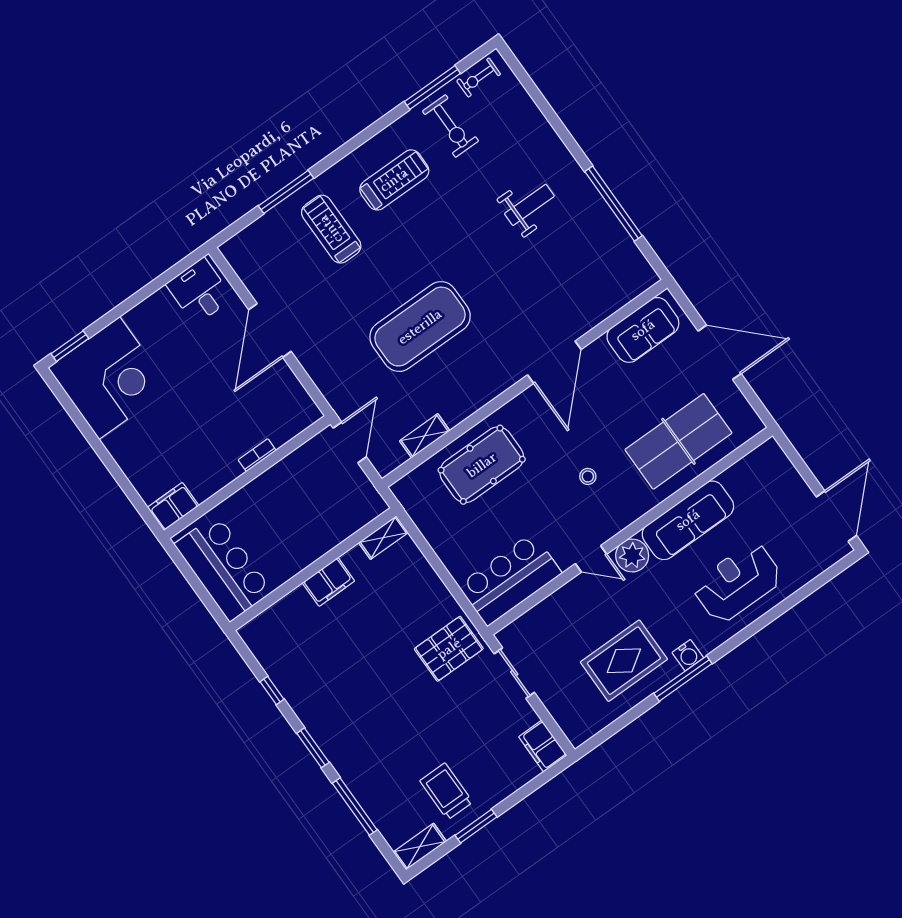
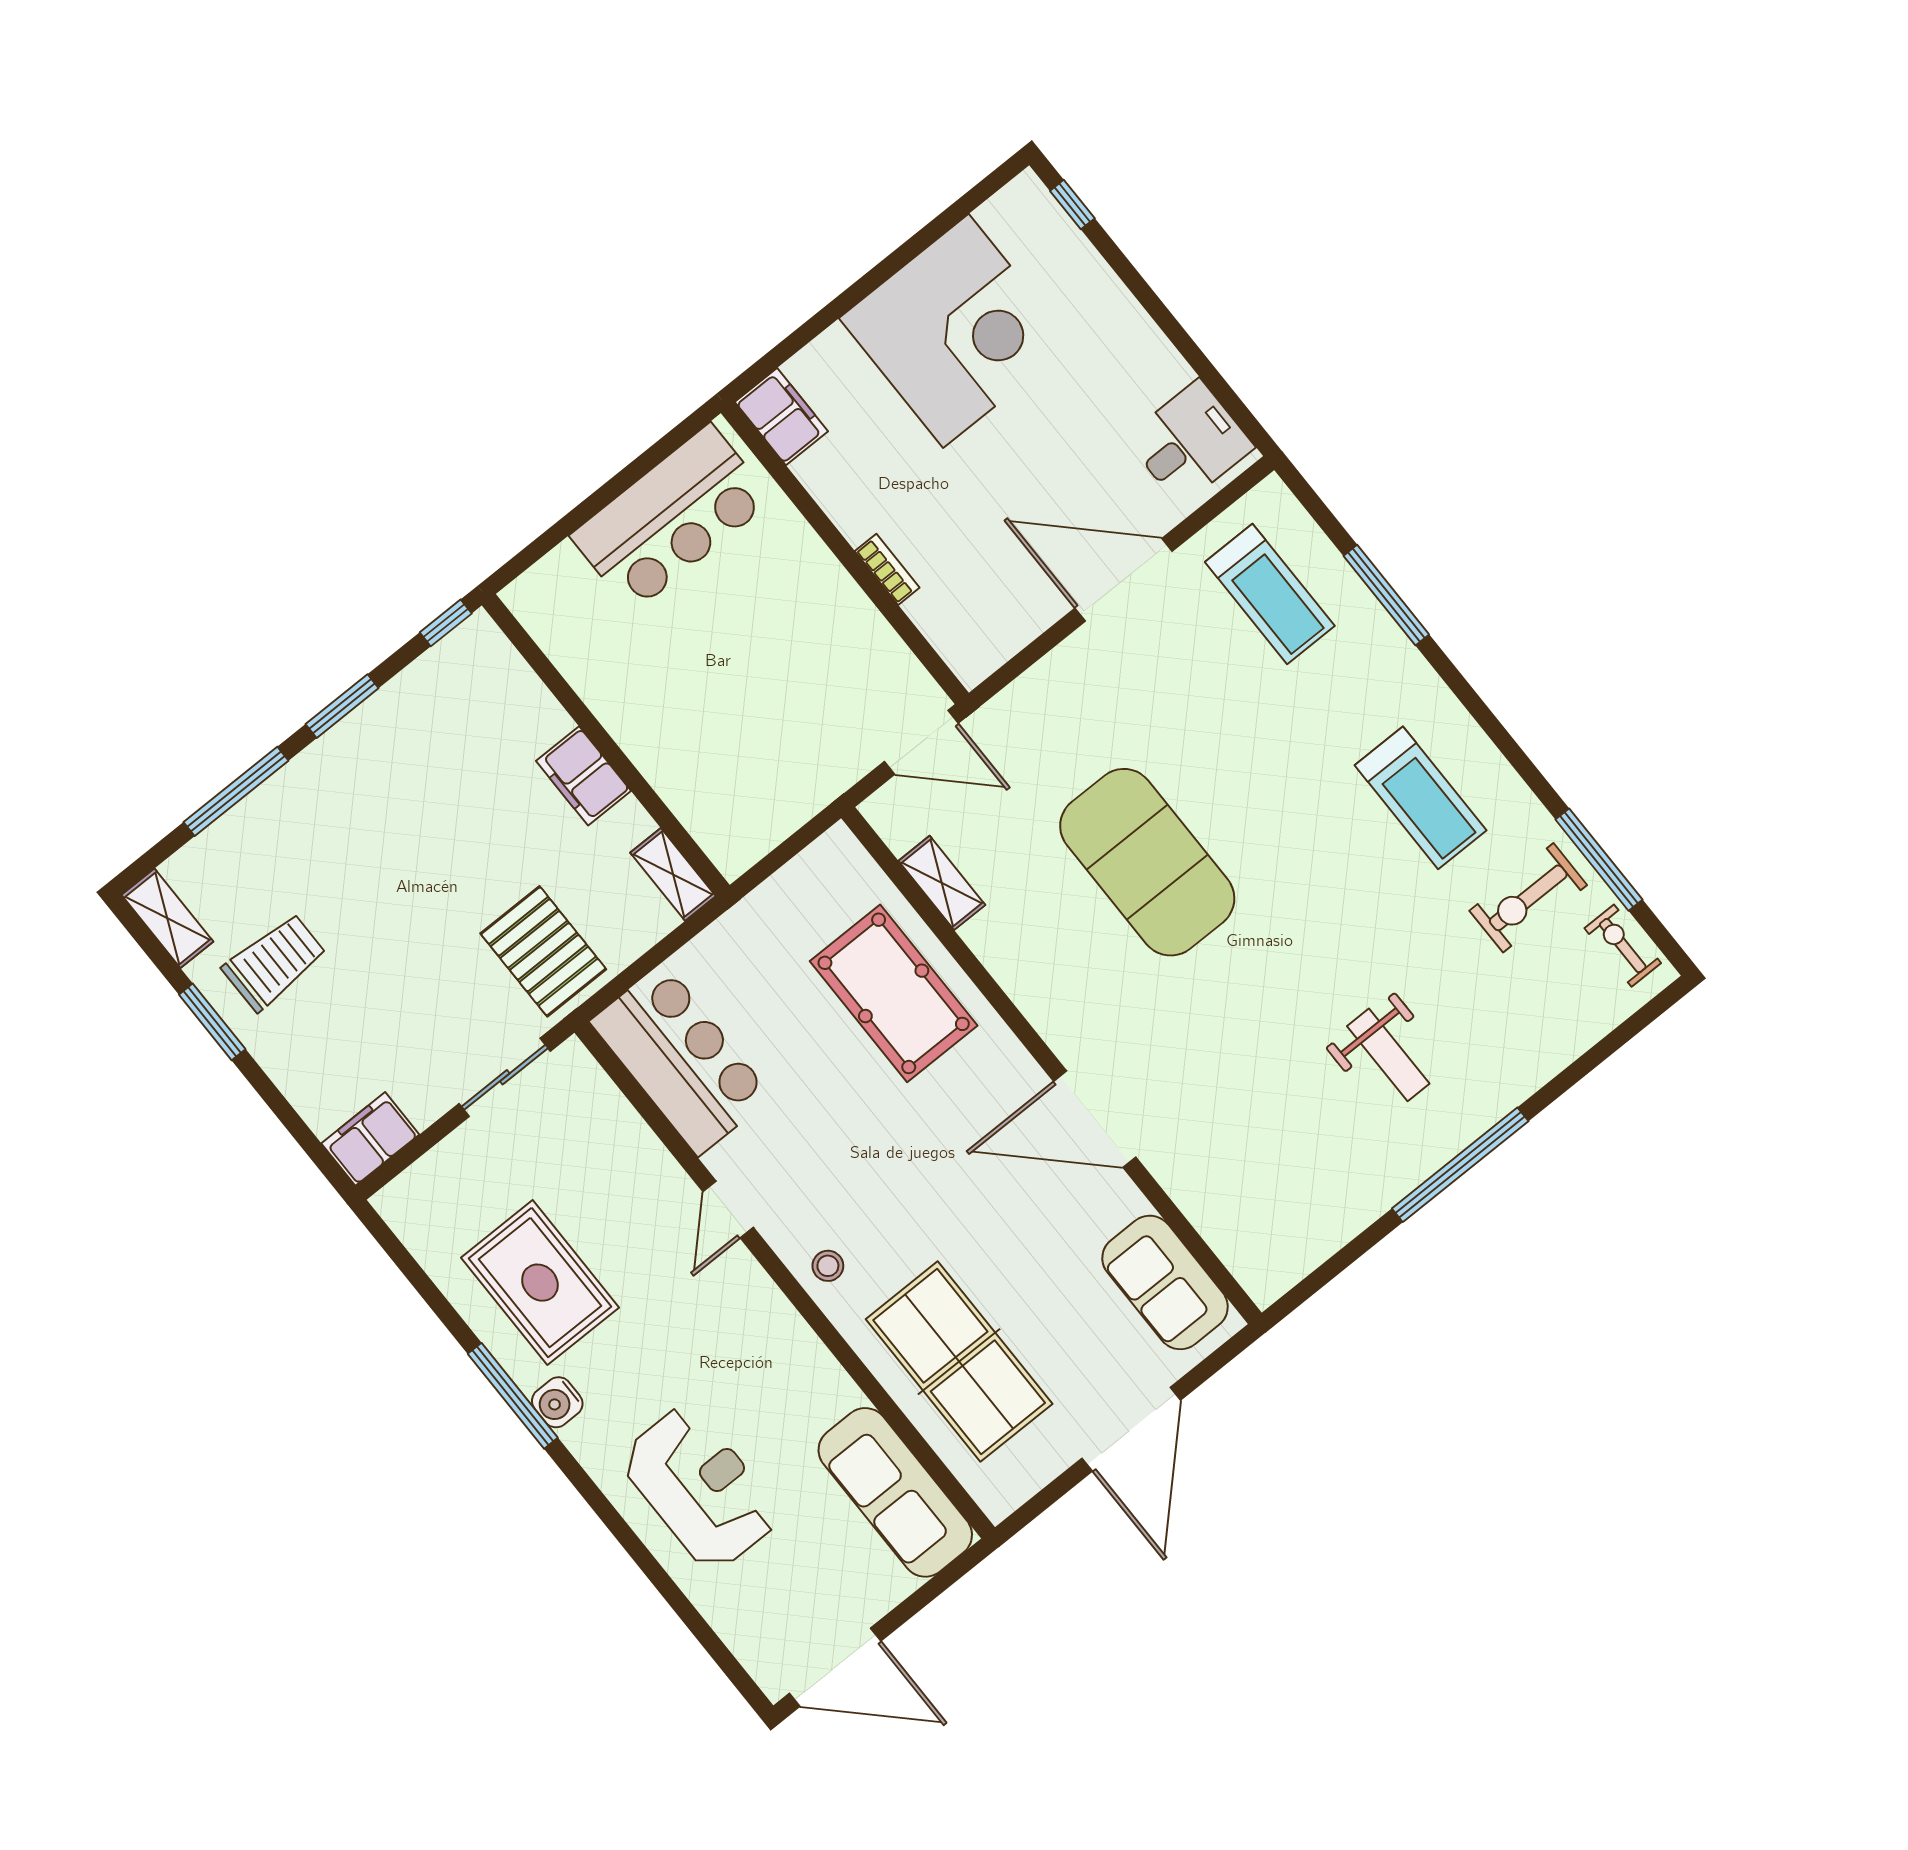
window: (614, 204) -> (1460, 1165), moved
treadmill: (331, 229) -> (1270, 594), moved, turned 90
window: (70, 346) -> (1072, 205), width x0.67
corner desk: (109, 378) -> (956, 331), moved, turned -90
stool: (588, 476) -> (828, 1266), moved
sofa: (688, 520) -> (895, 1492), moved
shelving: (383, 538) -> (673, 874), moved
plant: (632, 556) -> (739, 1287), removed
wall: (313, 569) -> (606, 745), moved
filing cabinet: (328, 582) -> (584, 776), moved

